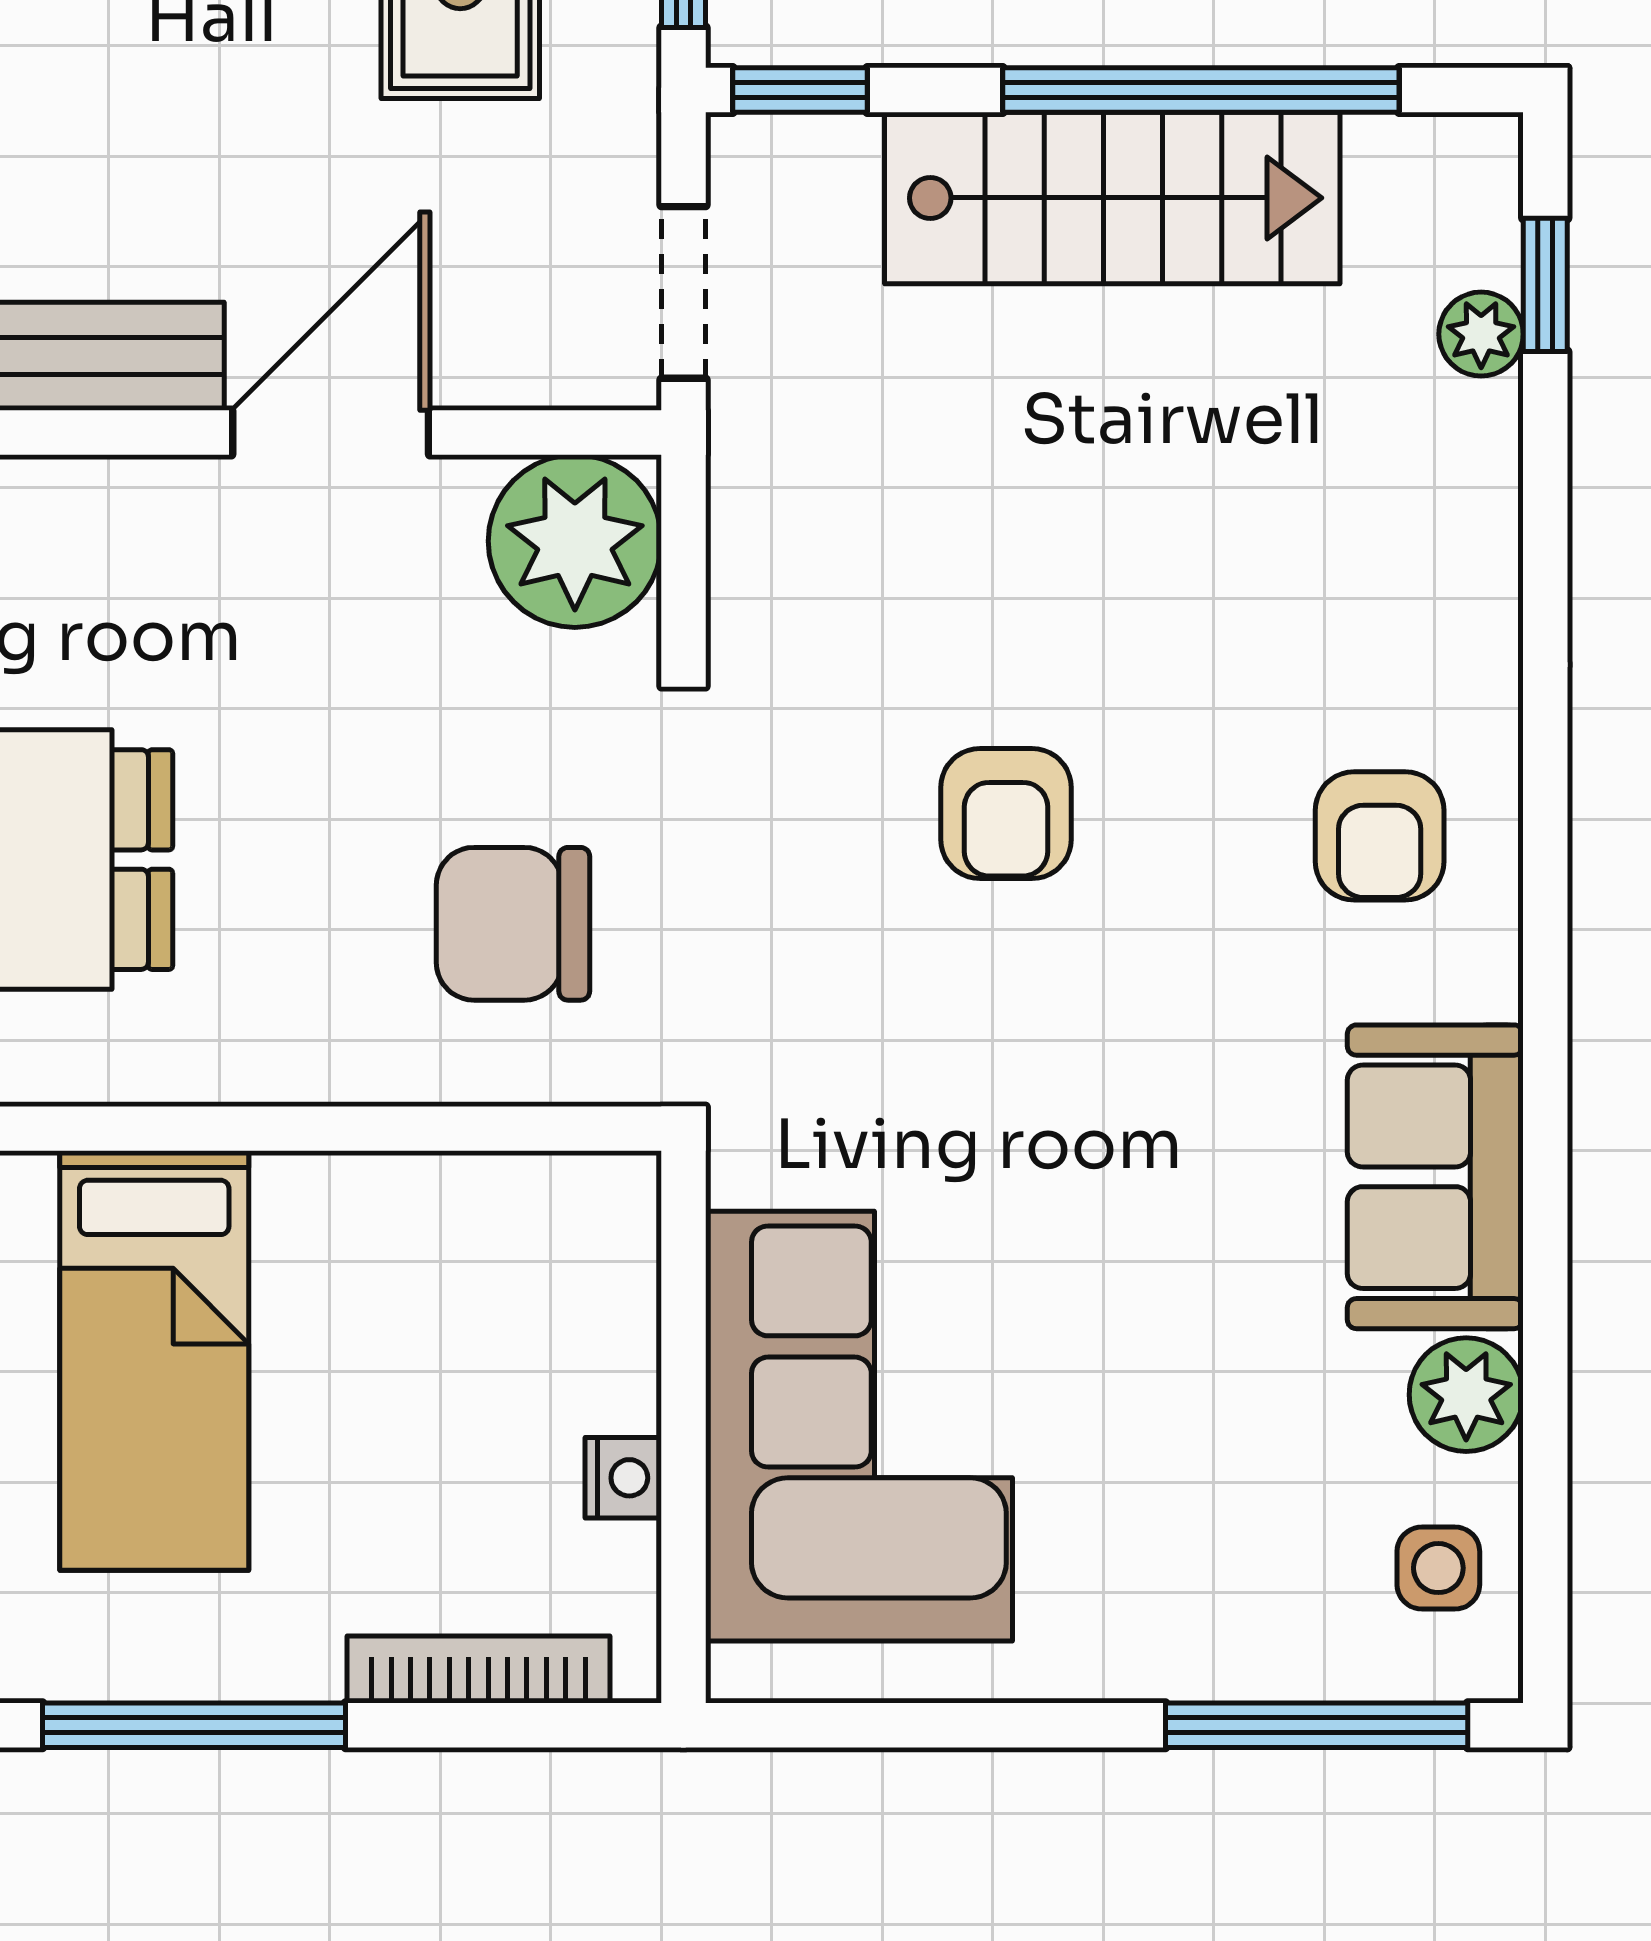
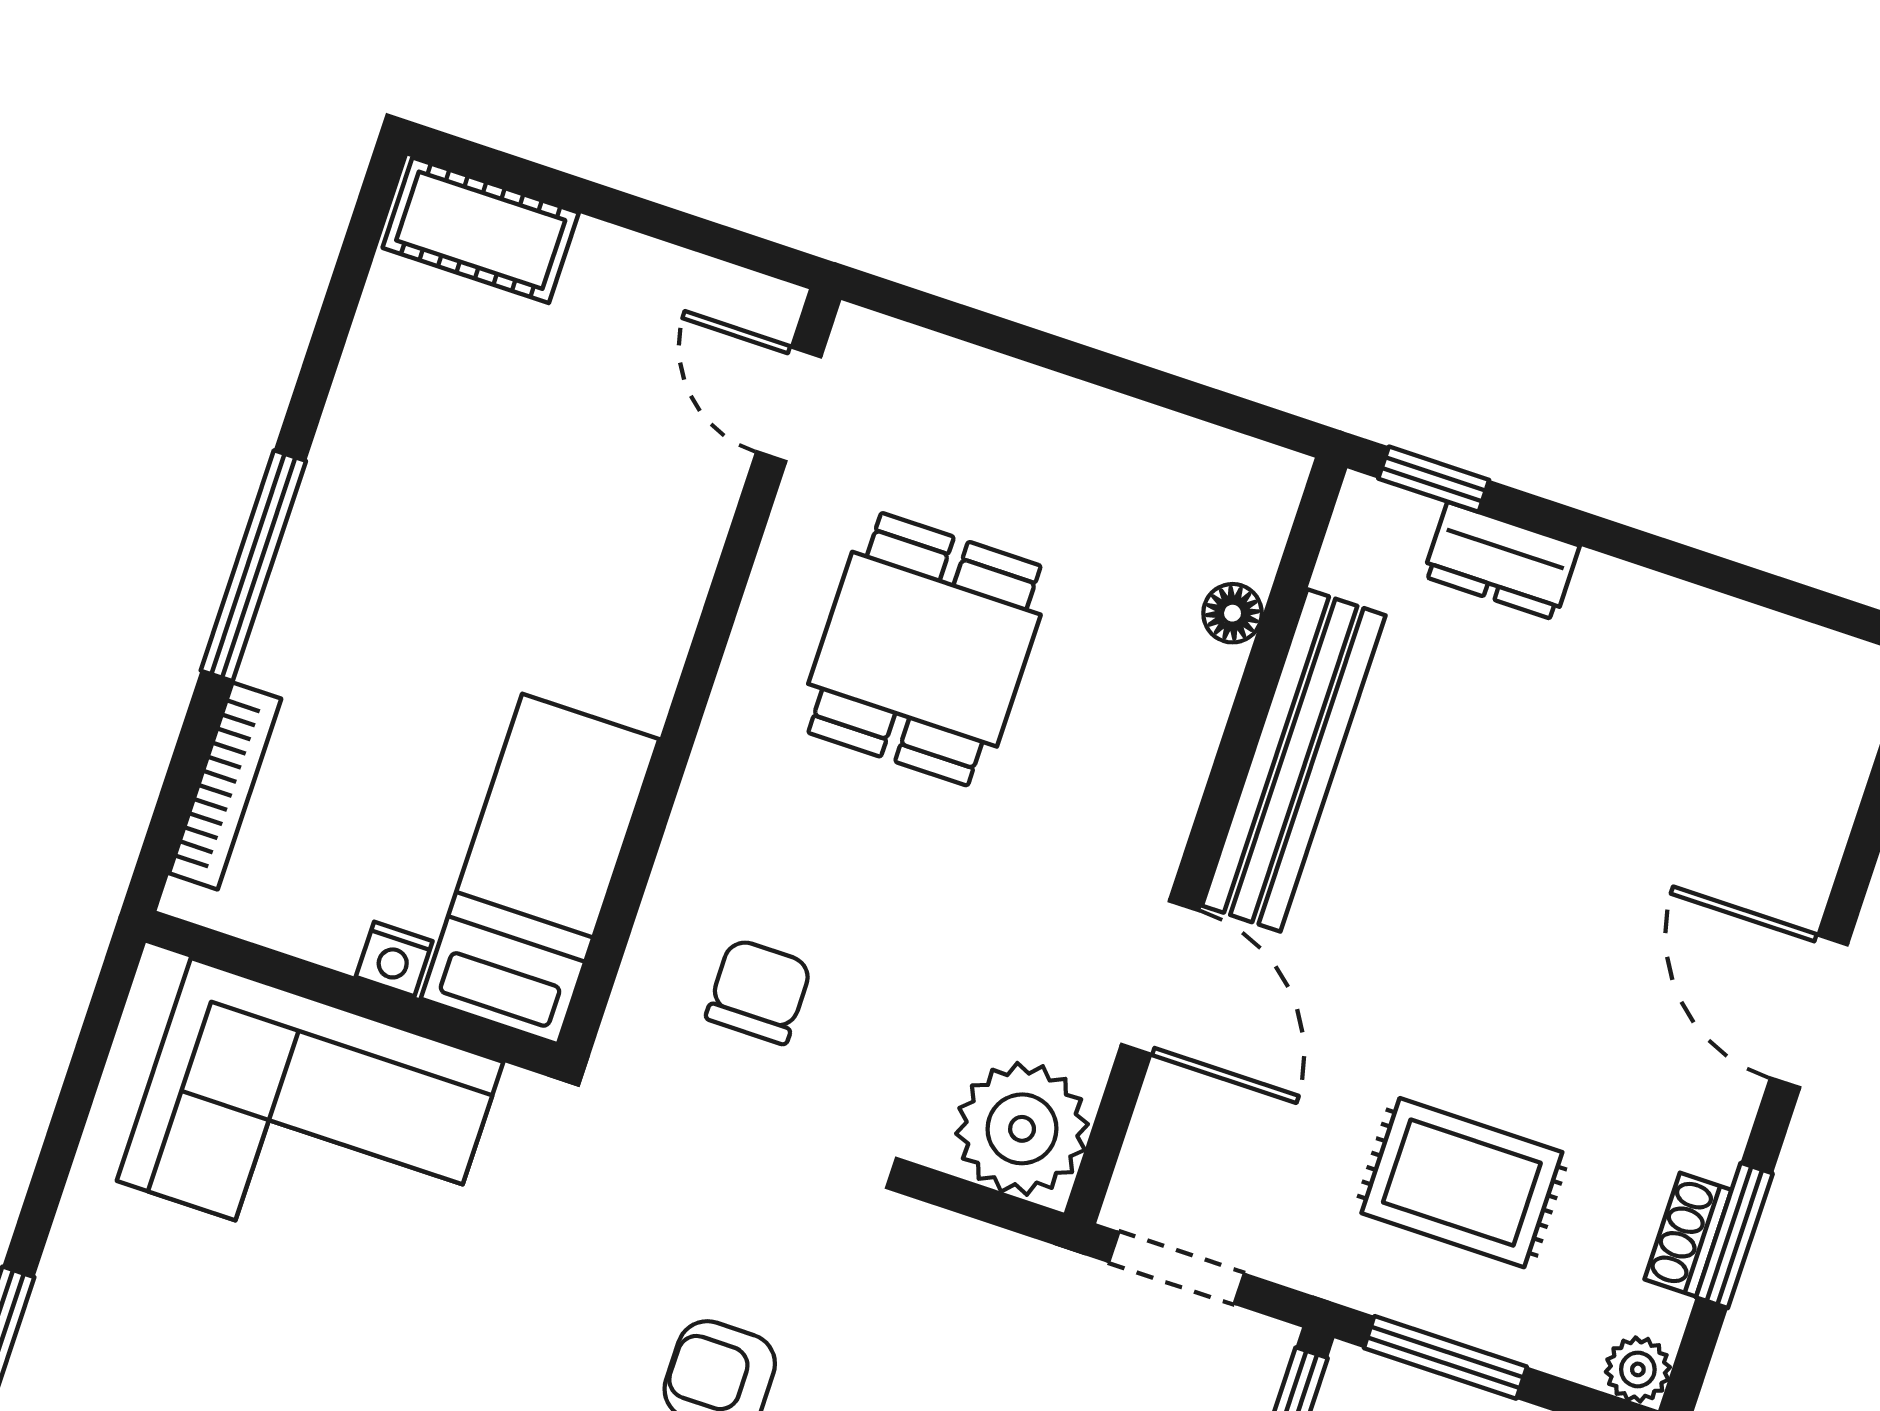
chair: (513, 924) -> (759, 991), width x0.73, depth x0.73
bed: (154, 1361) -> (540, 869), moved, turned 90
nightstand: (623, 1478) -> (394, 959), moved

